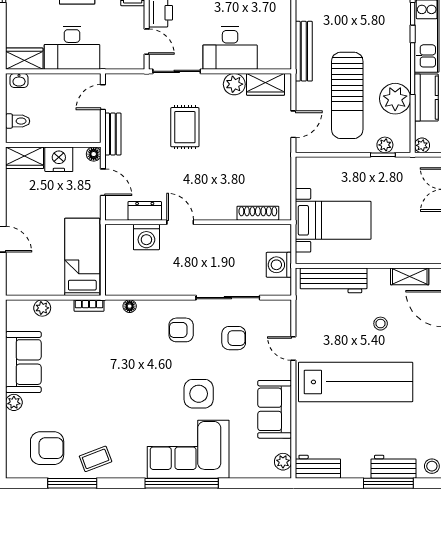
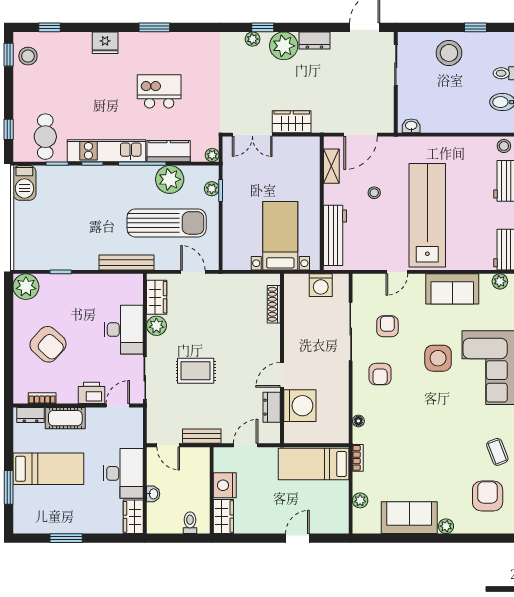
washbasin: (19, 81) -> (153, 494), moved
floor lamp: (94, 154) -> (220, 454), removed
washing machine: (146, 237) -> (300, 406), width x1.37, depth x1.37

